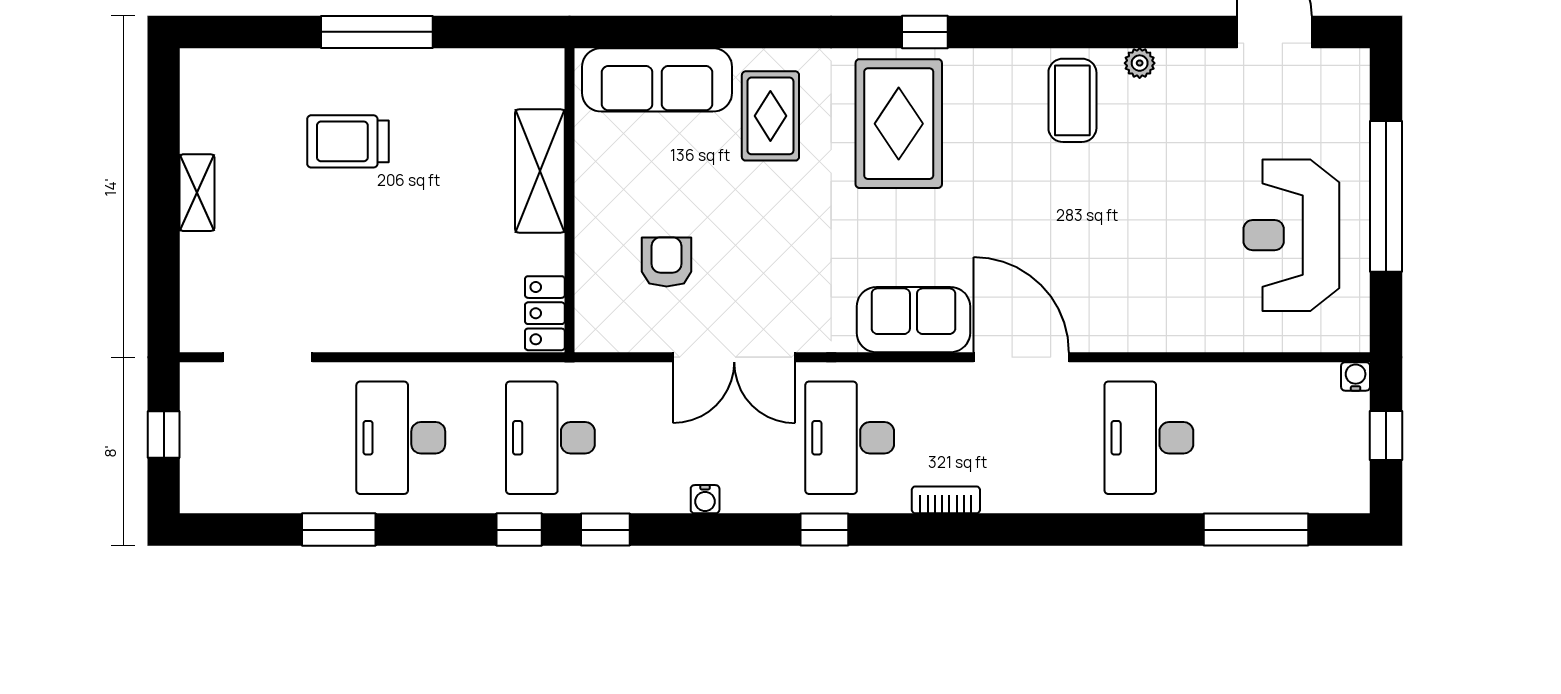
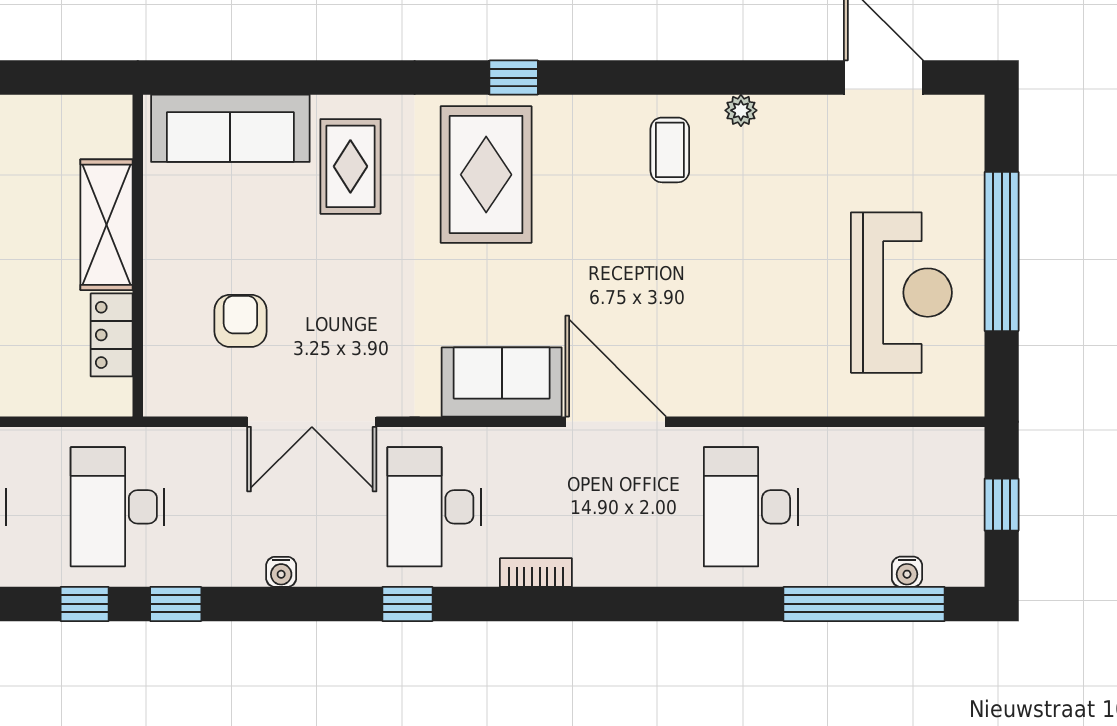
coffee table: (1072, 100) -> (670, 150), width x0.73, depth x0.77
reception desk: (1291, 235) -> (901, 293), turned 180
locker: (545, 313) -> (112, 335), moved
water cooler: (1356, 376) -> (907, 572), moved, turned 180
window: (1256, 530) -> (864, 604), width x1.46

